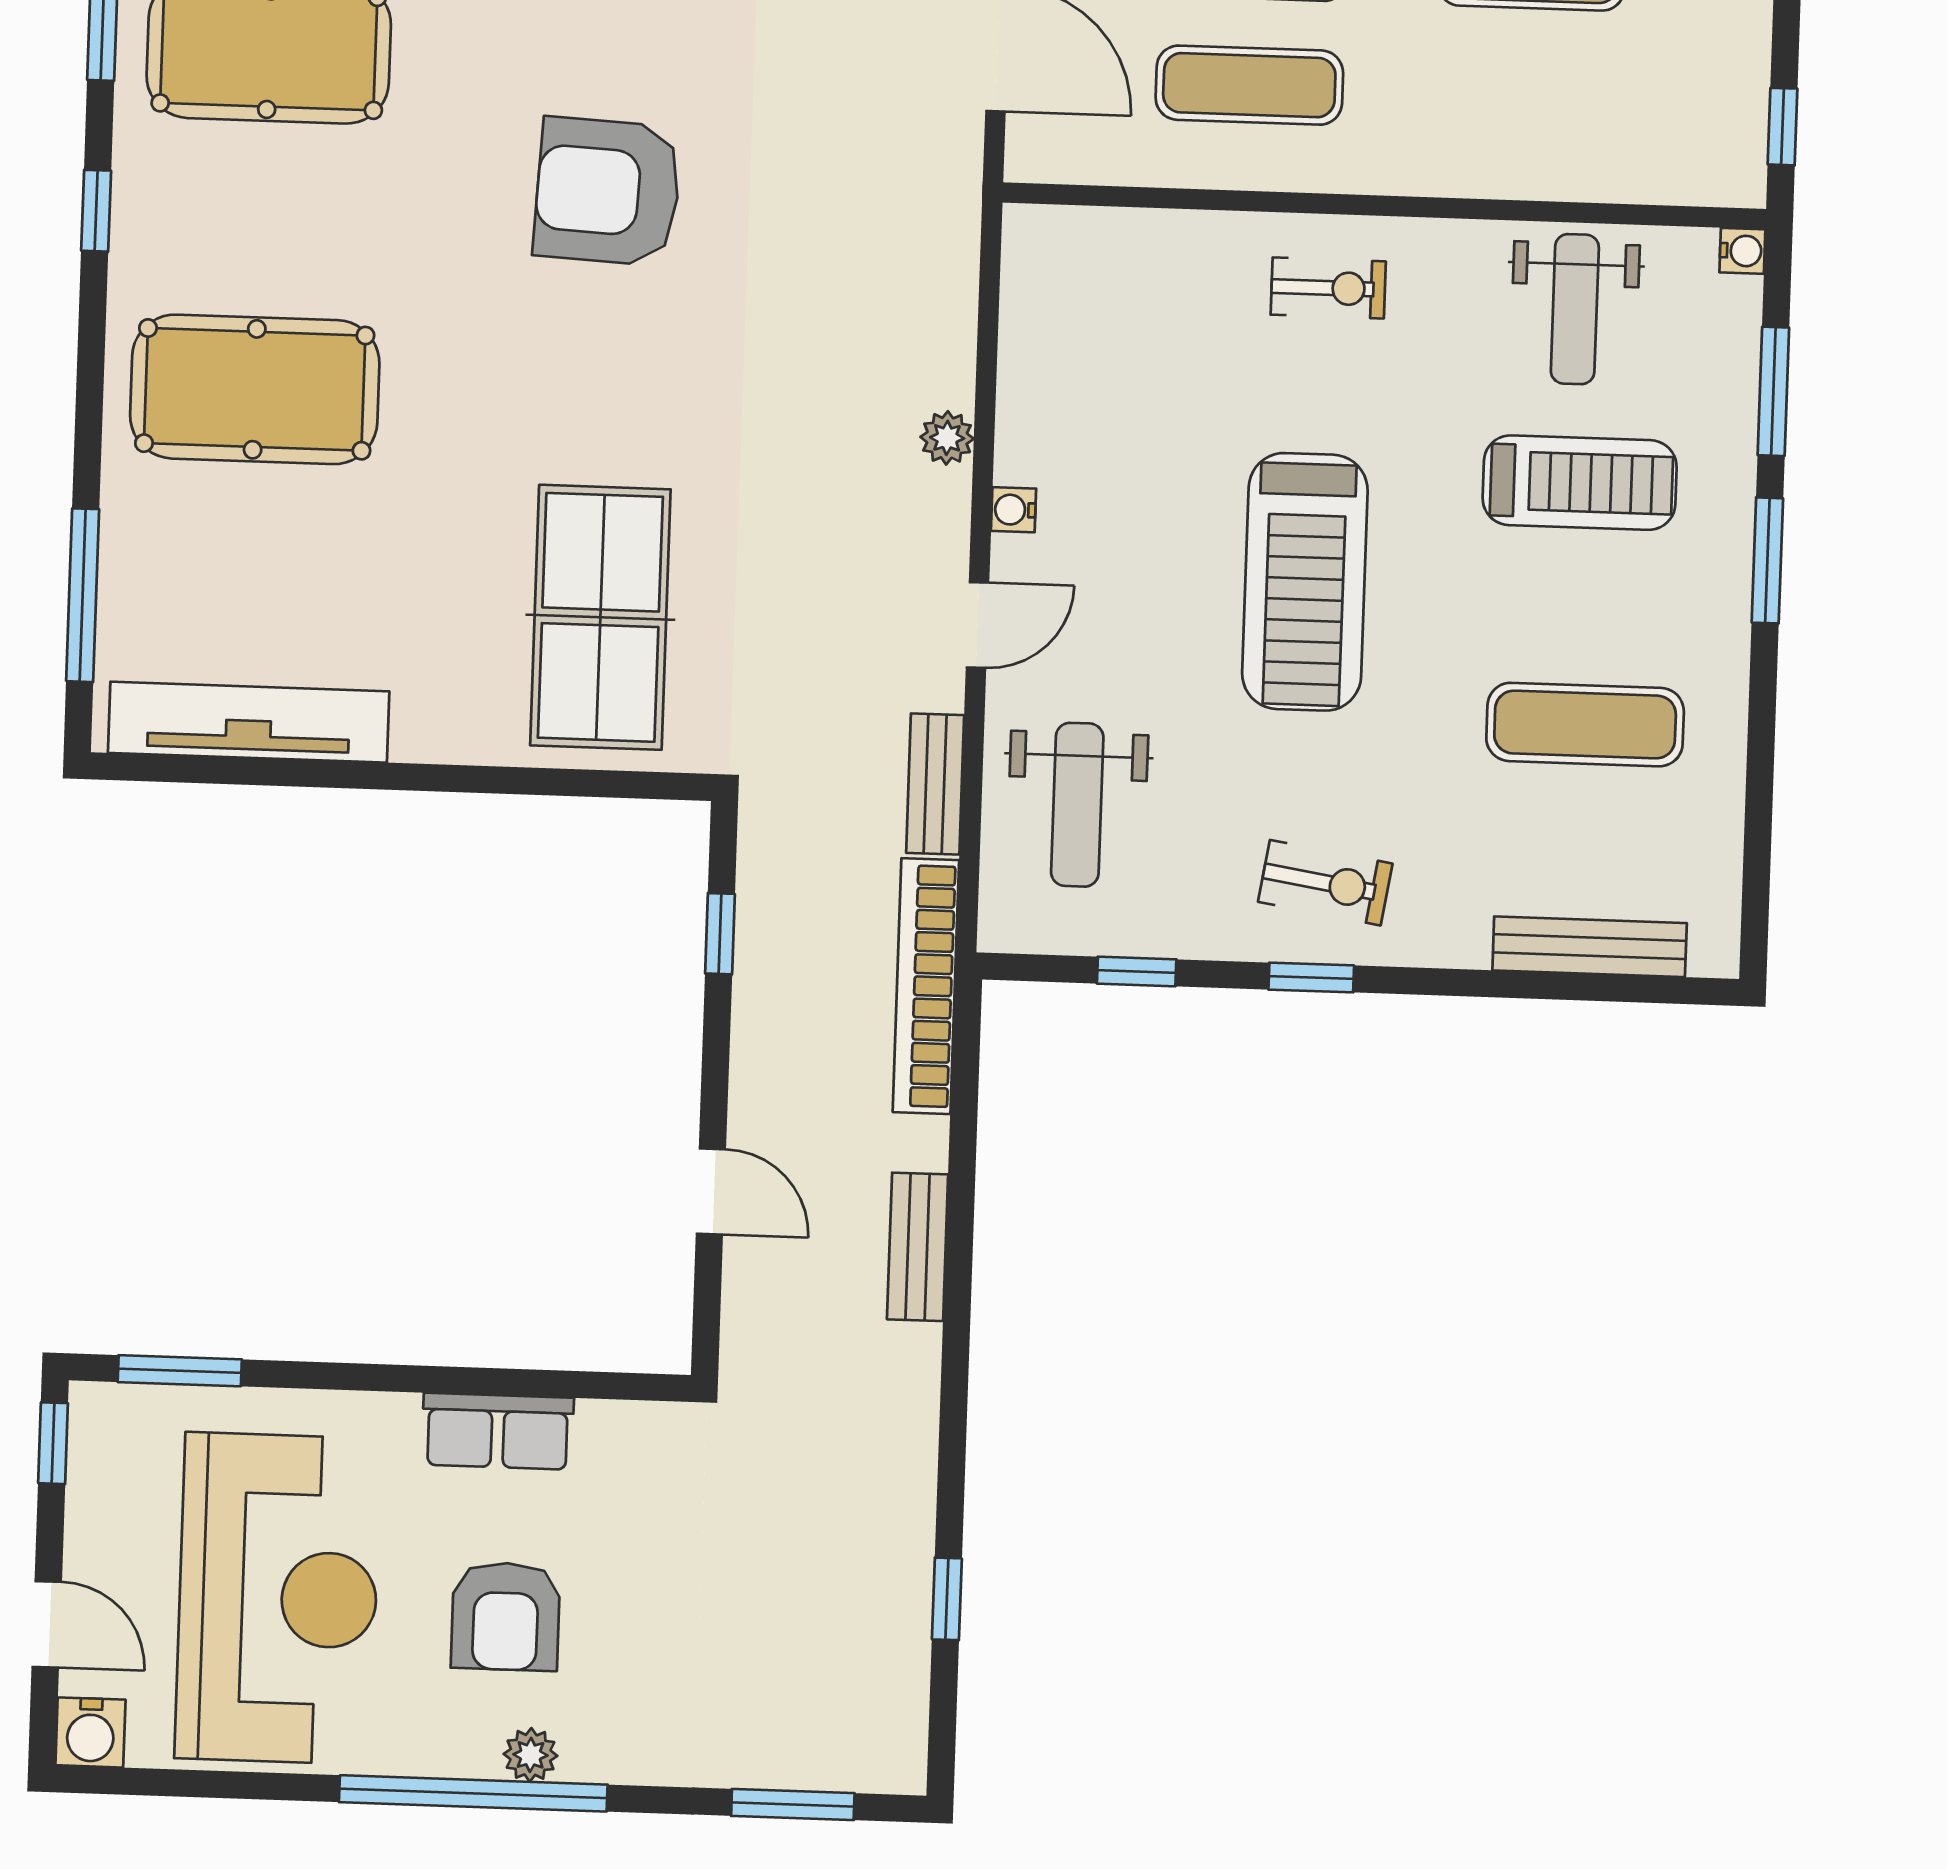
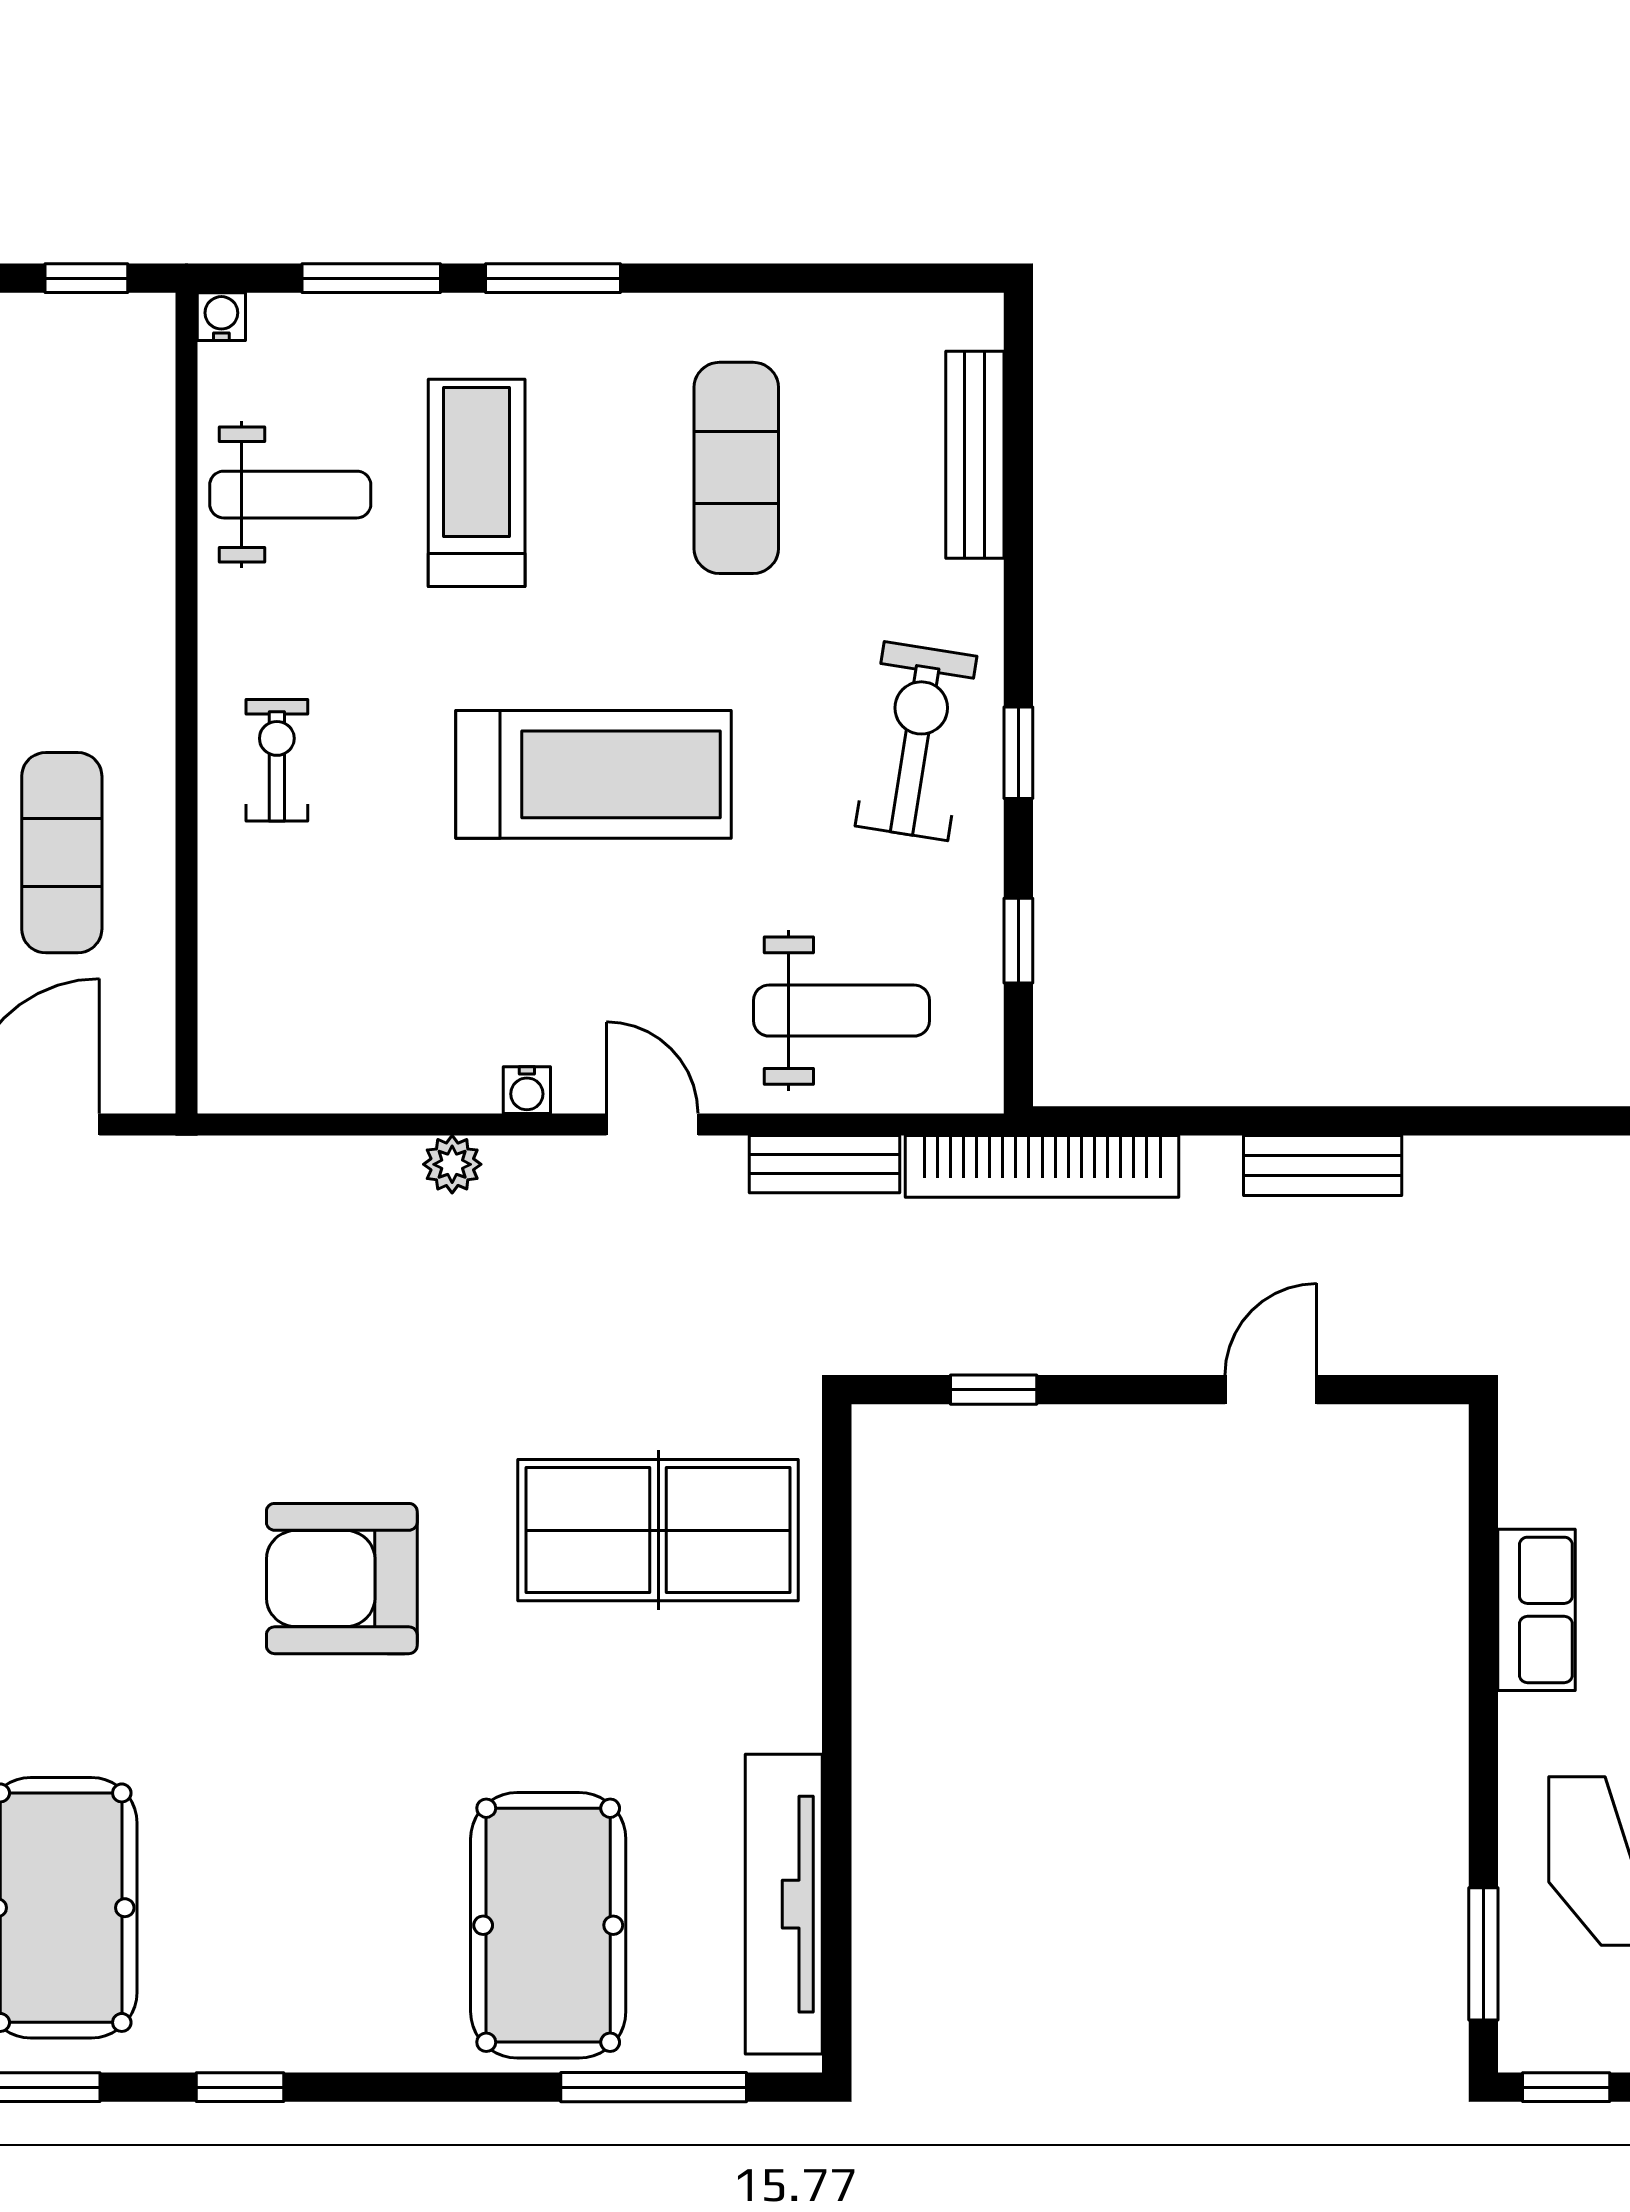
armchair: (608, 191) -> (342, 1579), moved, turned 87
pool table: (255, 389) -> (548, 1925), moved
exercise bike: (1325, 883) -> (916, 741), width x1.38, depth x1.39

